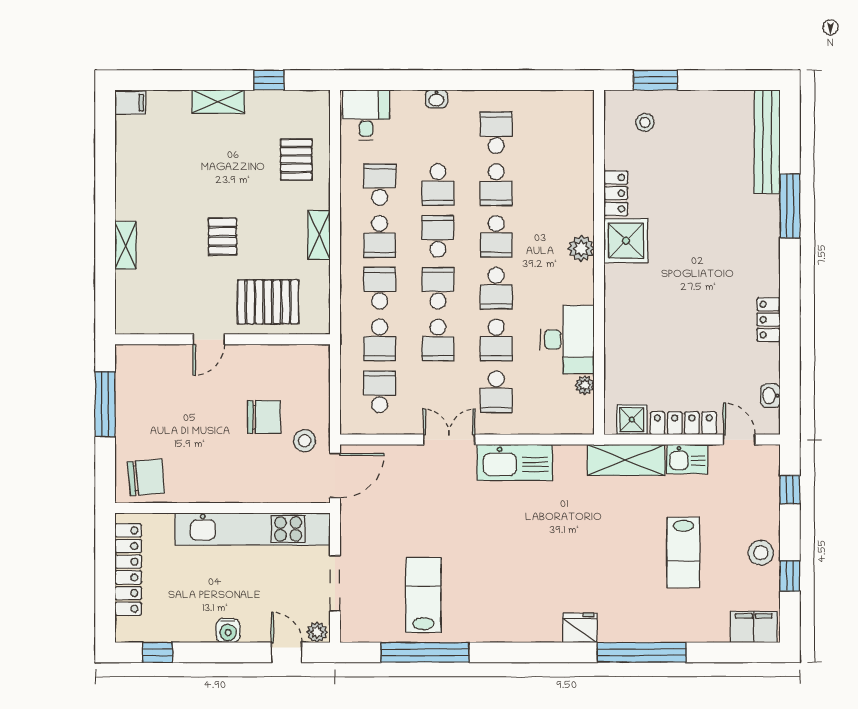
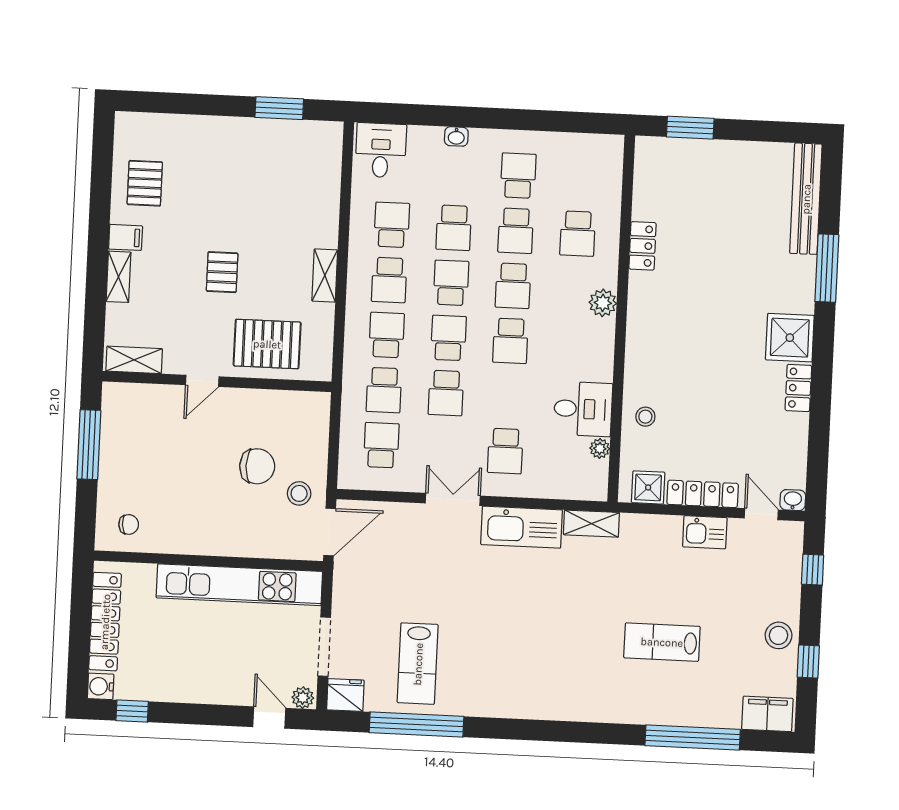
window: (269, 80) -> (279, 108), width x1.50
shelving: (218, 102) -> (134, 360), moved
filing cabinet: (130, 103) -> (126, 237), moved
stool: (645, 122) -> (645, 417), moved
pallet: (296, 159) -> (145, 183), moved
shower: (626, 241) -> (790, 338), moved
school desk: (496, 340) -> (578, 234), moved
desk: (567, 340) -> (583, 409), width x0.73
washbasin: (770, 396) -> (793, 500), moved, turned 90
shelving: (626, 460) -> (591, 524), moved, width x0.67, depth x0.75
chair: (146, 477) -> (129, 524), width x0.54, depth x0.54
lab bench: (683, 553) -> (662, 642), moved, turned 90
lab bench: (423, 595) -> (418, 664), turned 180
fridge: (580, 628) -> (345, 695), moved
water cooler: (228, 631) -> (101, 686), moved, turned 90
window: (642, 652) -> (693, 738), moved

